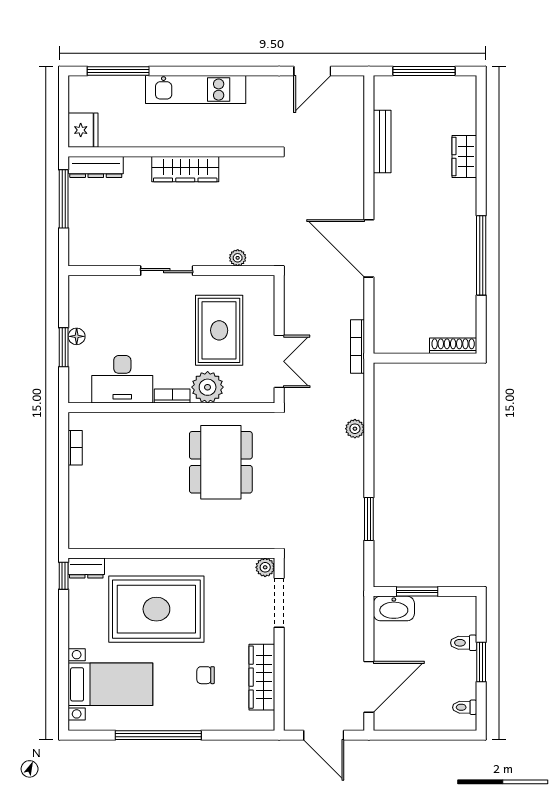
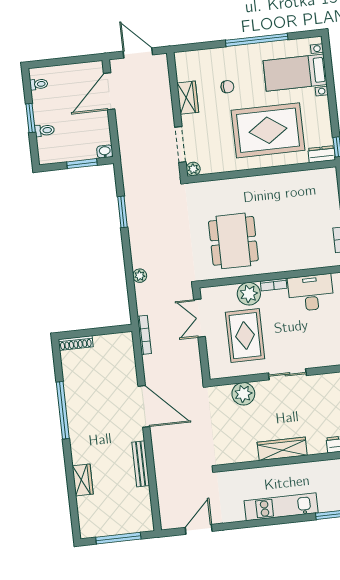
bench: (382, 141) -> (141, 464), moved
plant: (238, 258) -> (243, 394), width x1.88, depth x1.88
washbasin: (394, 608) -> (105, 152), width x0.52, depth x0.69
wardrobe: (262, 677) -> (188, 98), width x0.67

